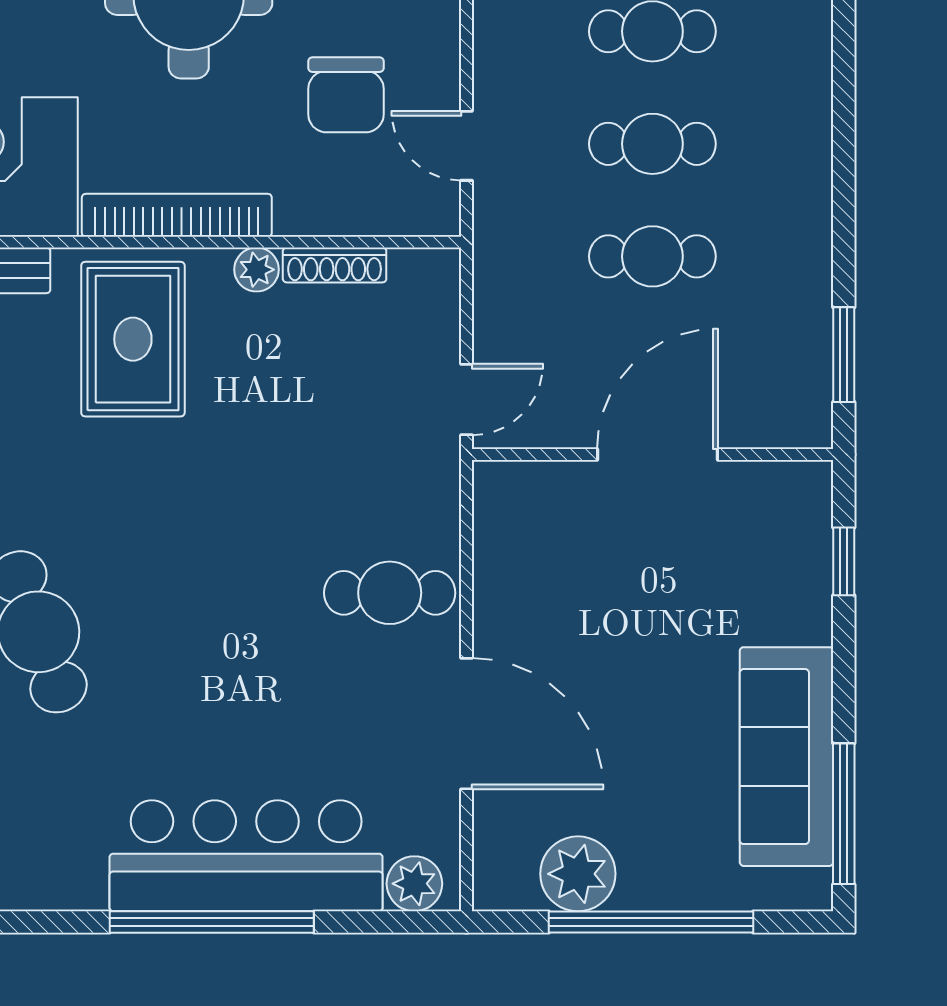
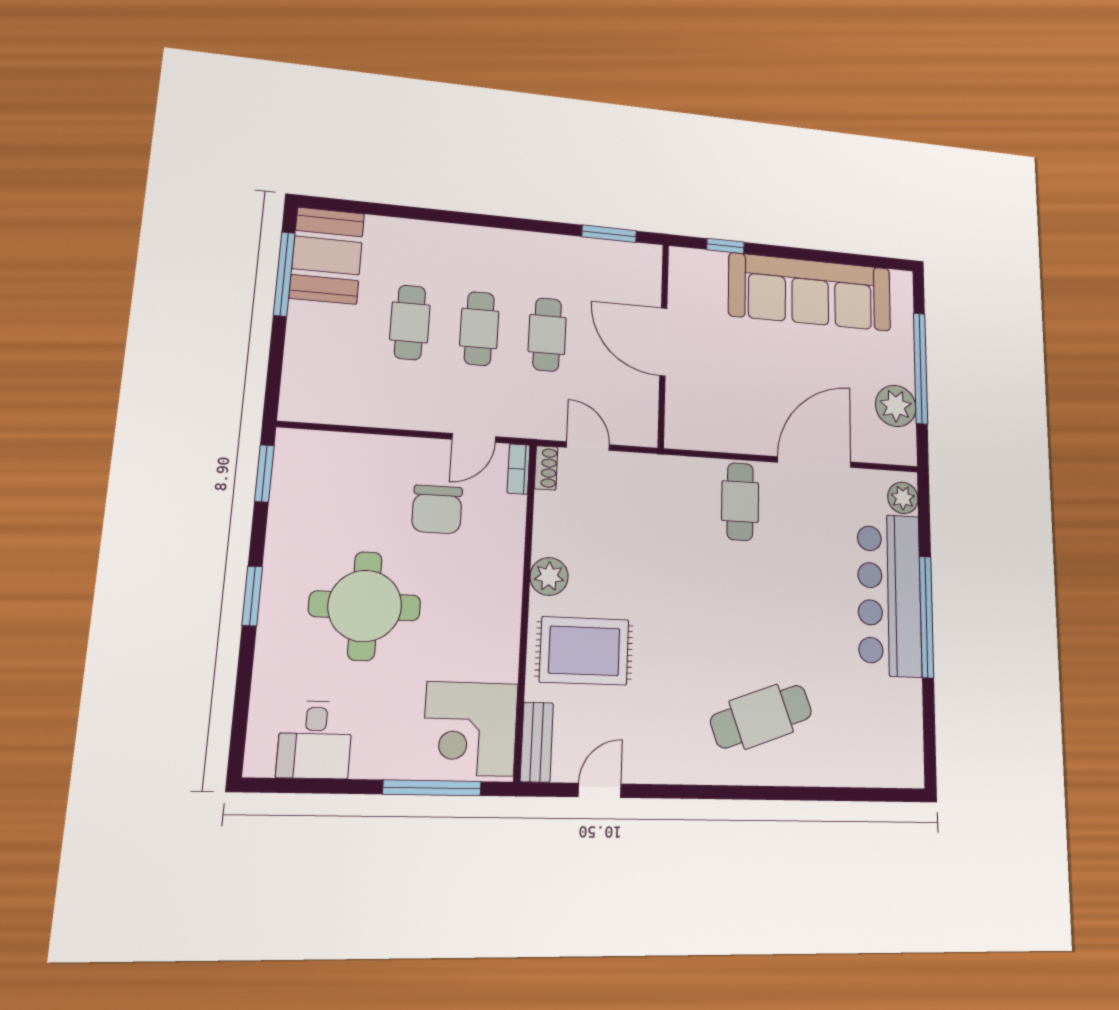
chair: (346, 95) -> (437, 509), turned 90
bookcase: (177, 215) -> (519, 469), moved, width x0.43, depth x0.76
shoe rack: (335, 265) -> (546, 468), moved, width x0.70
plant: (257, 270) -> (549, 576), width x1.38, depth x1.38
door: (467, 399) -> (588, 446), moved
sofa: (786, 757) -> (810, 292), width x1.36, depth x1.27
window: (844, 814) -> (862, 260), removed

